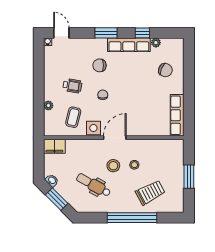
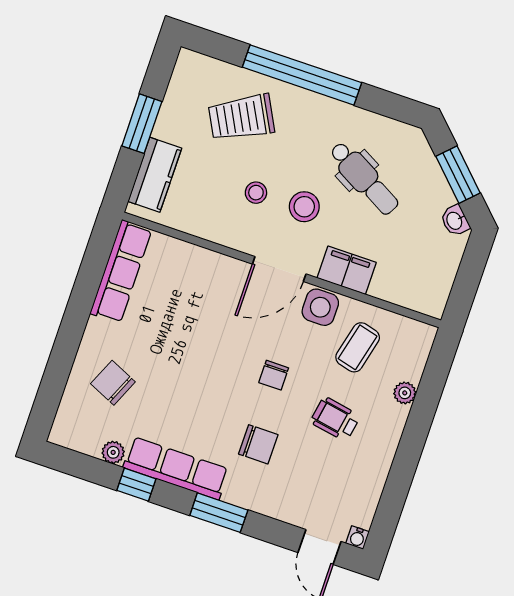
filing cabinet: (54, 146) -> (347, 270), moved
kitchen counter: (177, 158) -> (155, 175), added

